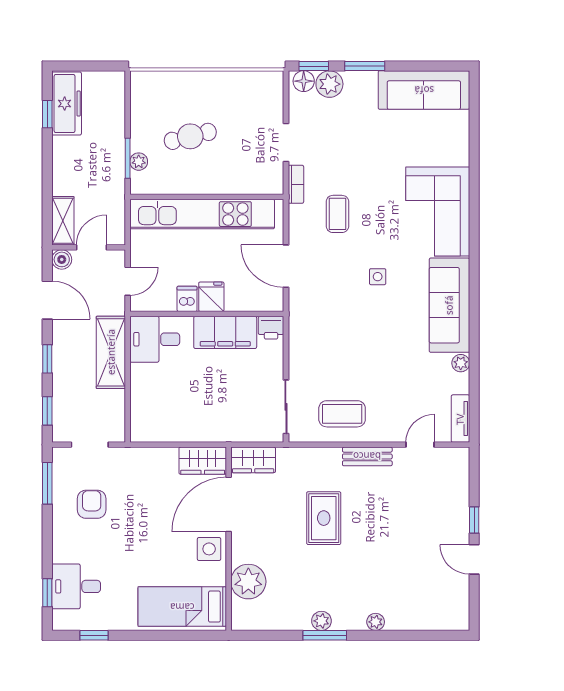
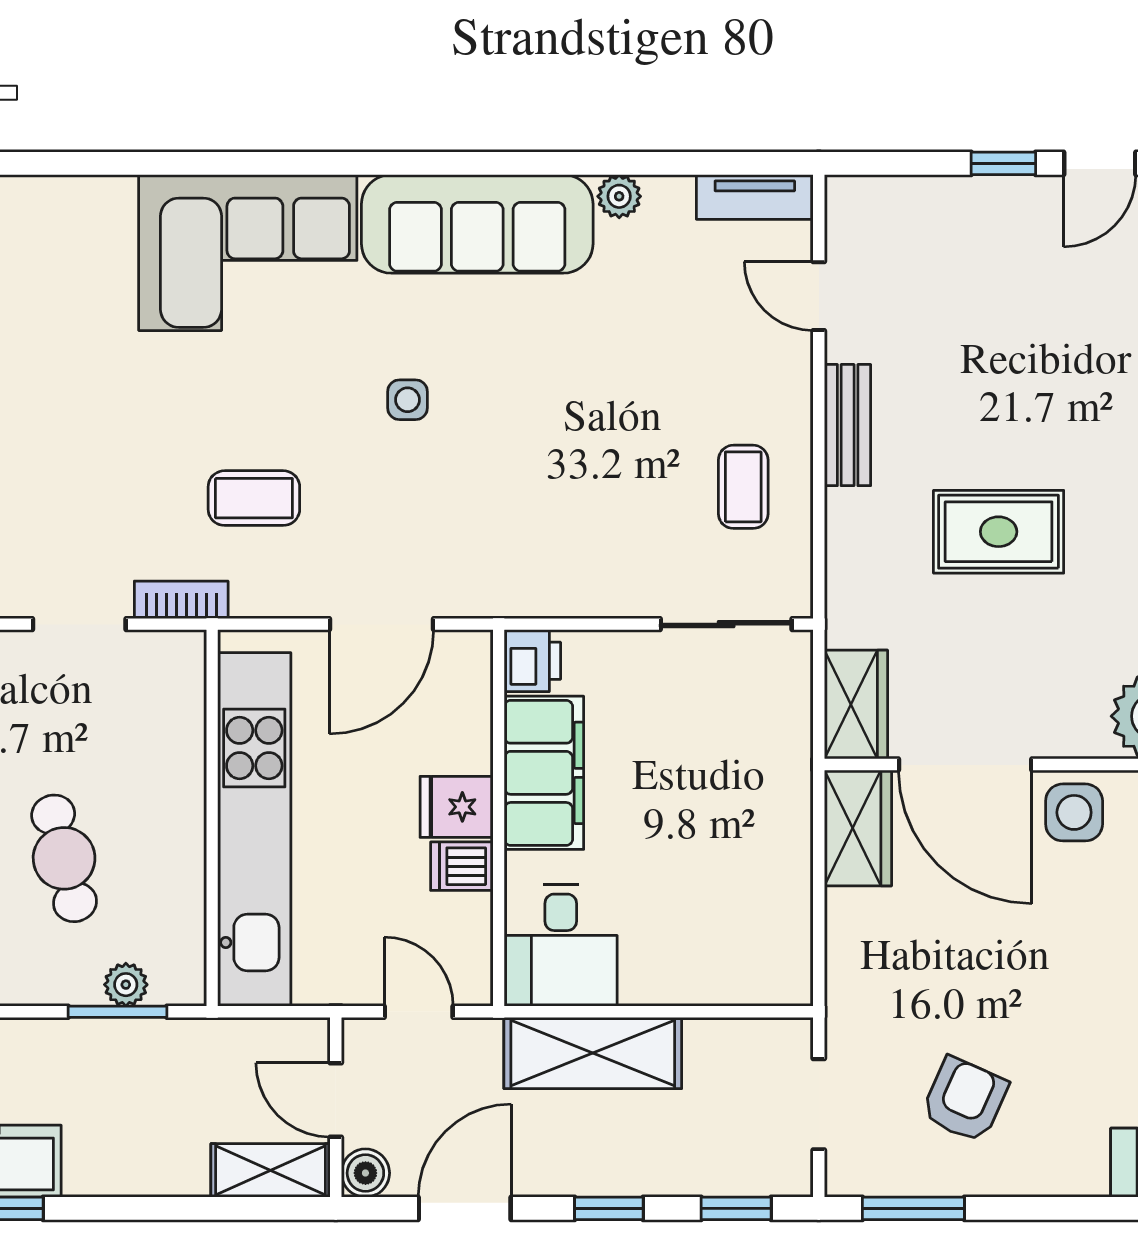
coffee table: (342, 414) -> (743, 487), width x0.73, depth x0.77
armchair: (92, 504) -> (965, 1100), turned 114

